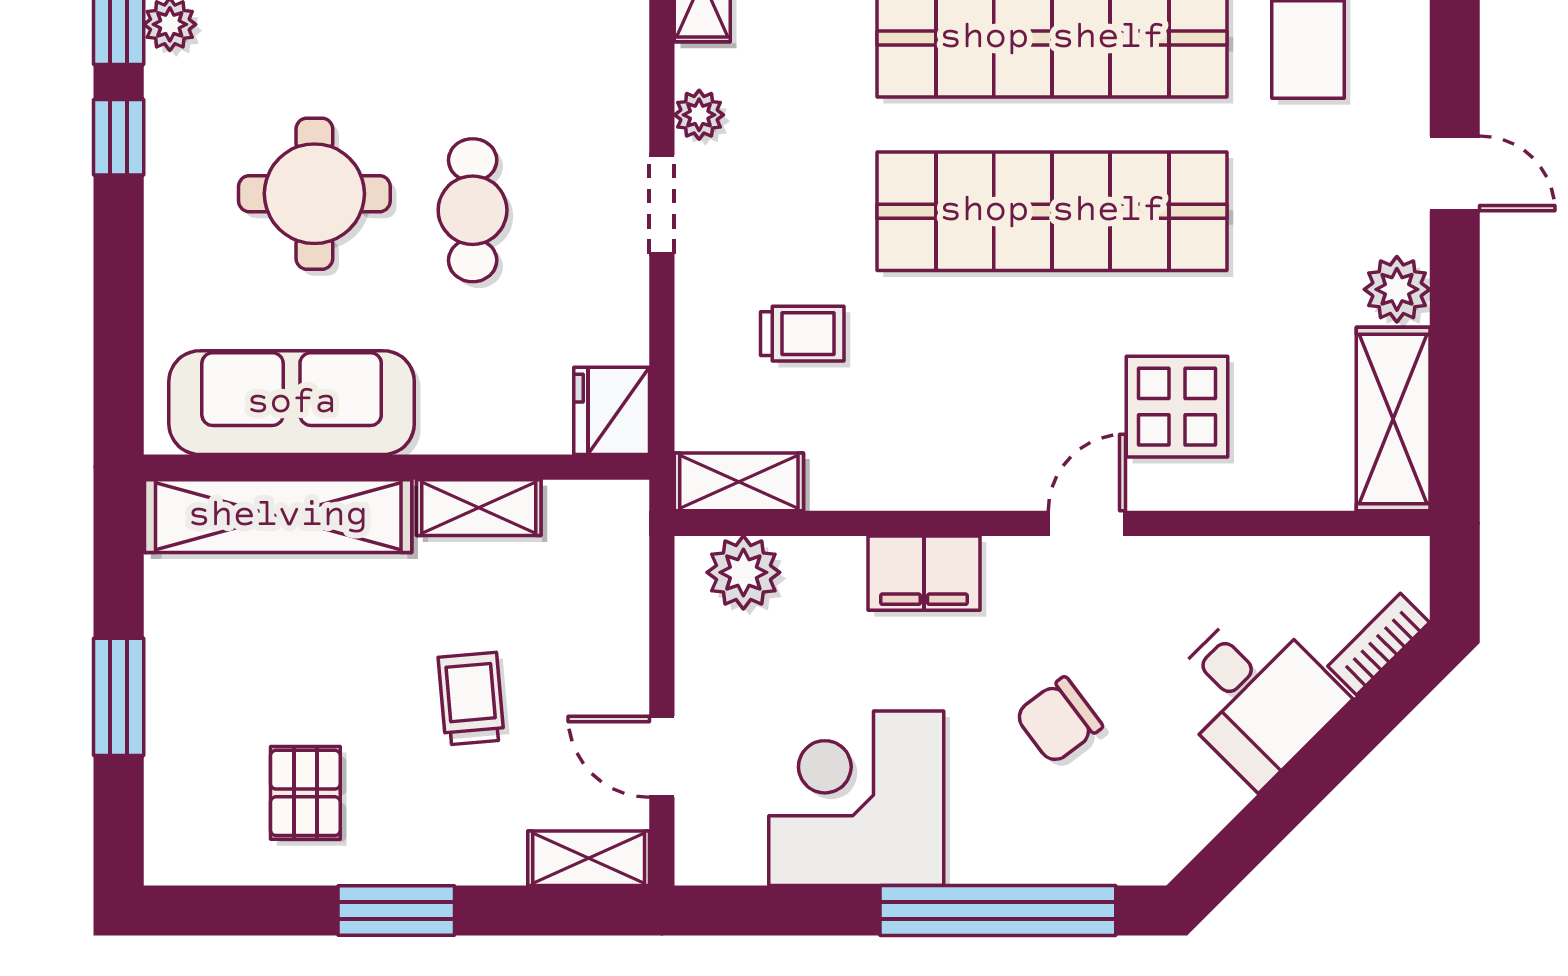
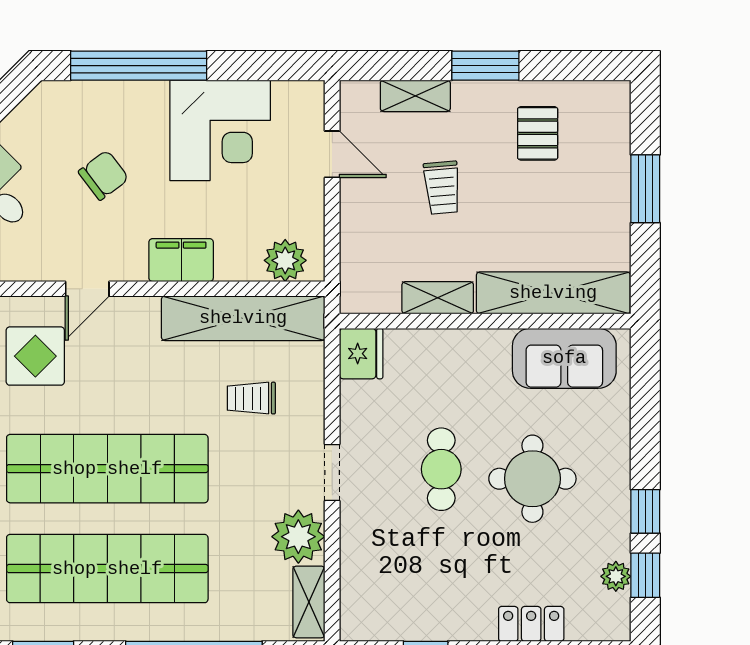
plant: (699, 115) -> (298, 537), width x1.88, depth x1.88
sofa: (292, 403) -> (564, 358), width x0.73
shelving: (739, 482) -> (243, 318), width x2.20, depth x1.33
shelving: (589, 858) -> (415, 96), moved

